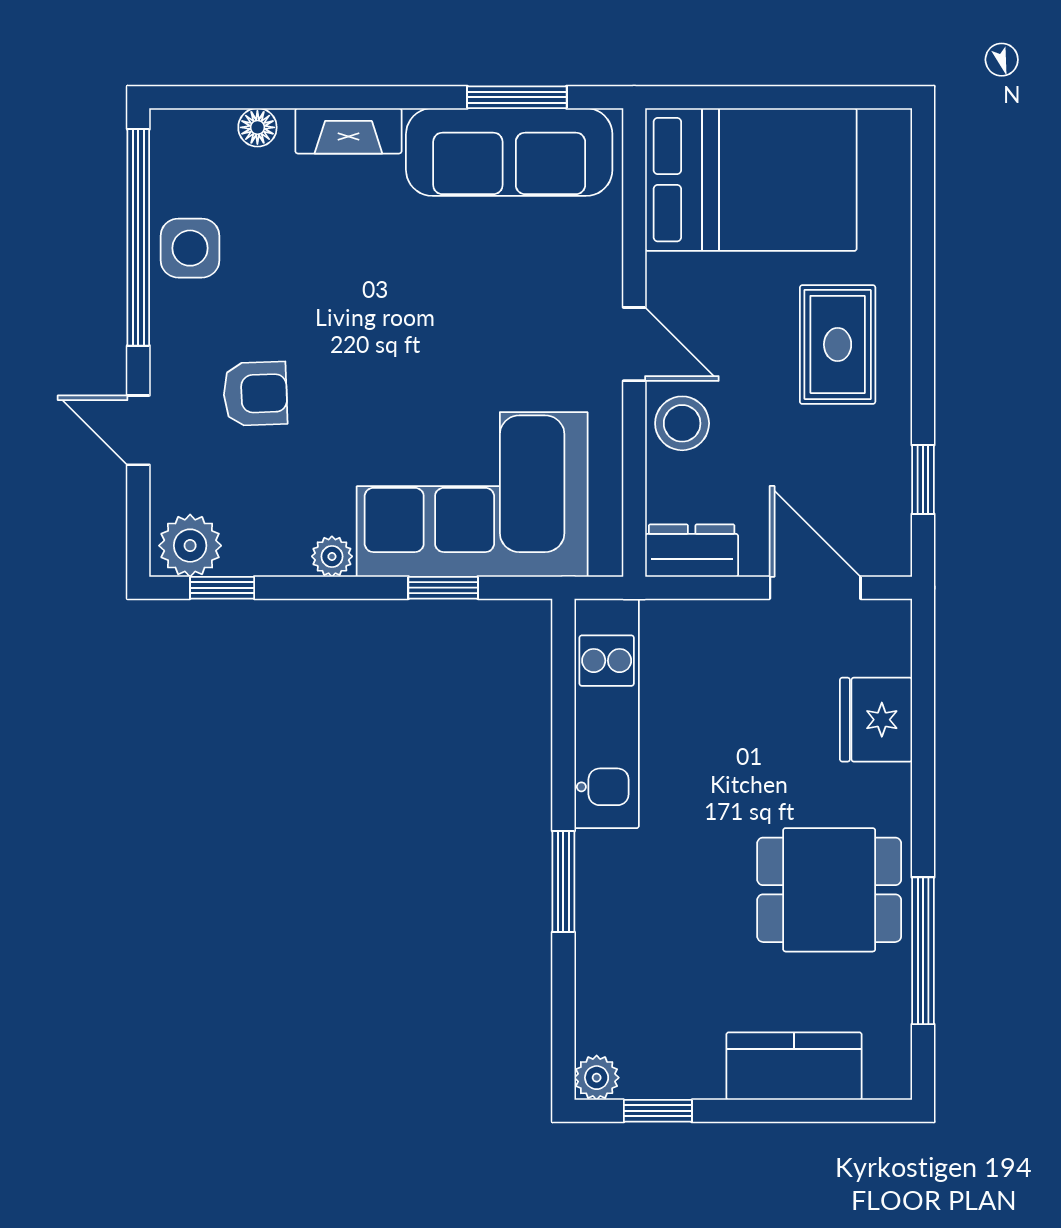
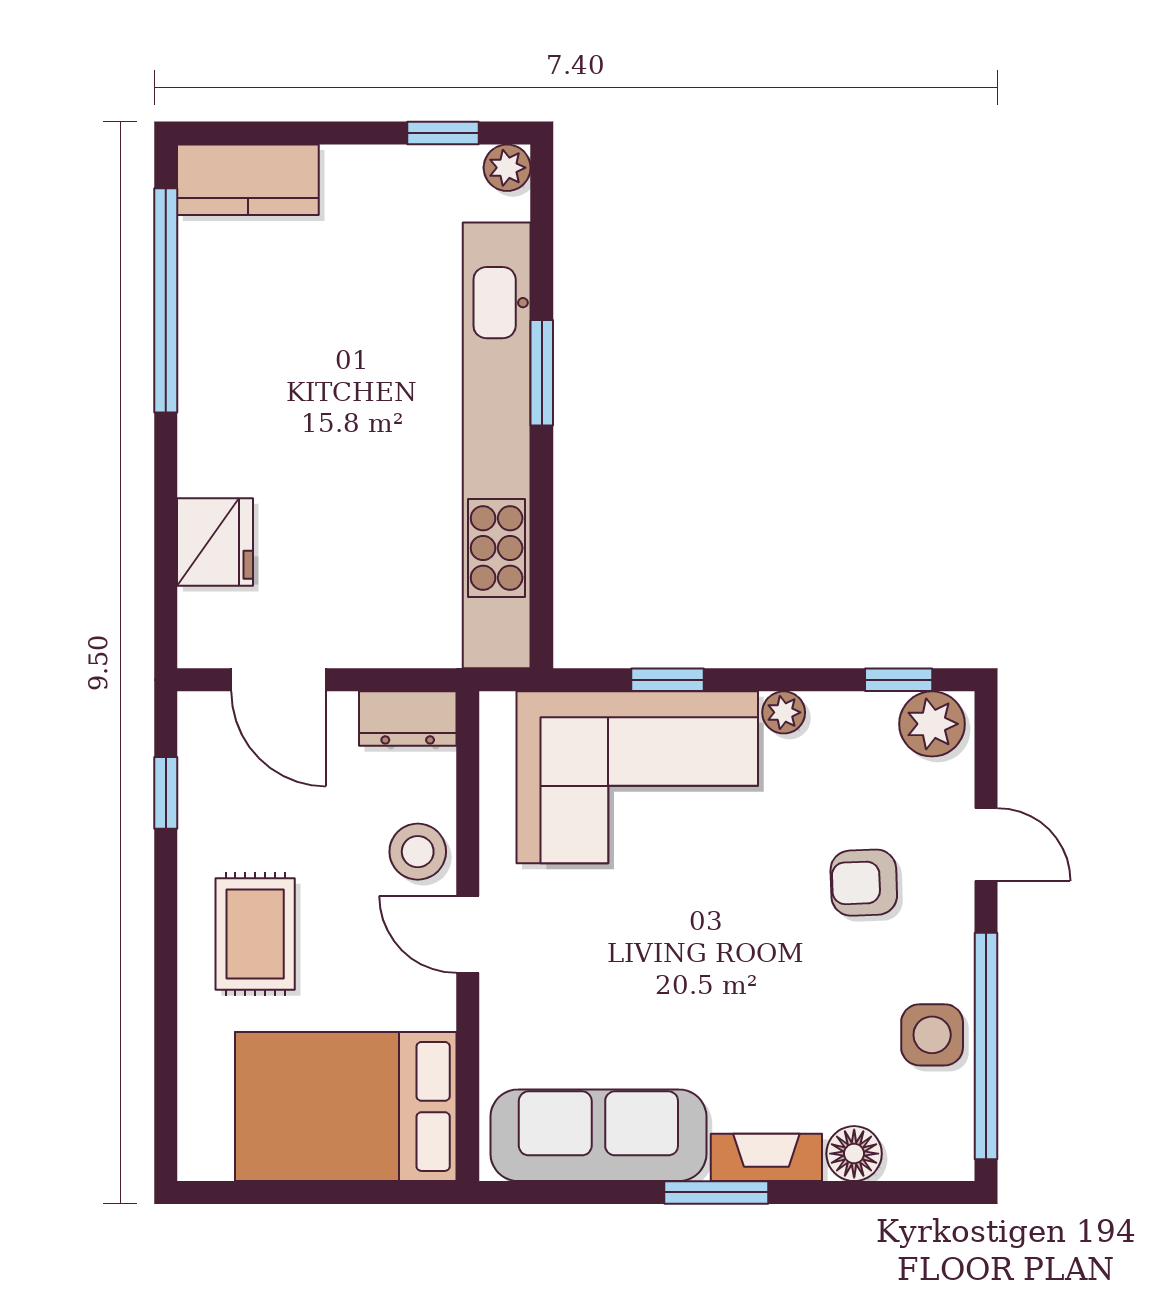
window: (517, 97) -> (716, 1192), moved
floor lamp: (257, 127) -> (854, 1154), width x1.37, depth x1.37
kitchen unit: (607, 713) -> (497, 445), width x1.86
dining table: (829, 890) -> (264, 364), removed
window: (923, 951) -> (166, 300), width x1.46
kitchen counter: (794, 1066) -> (248, 180), moved

